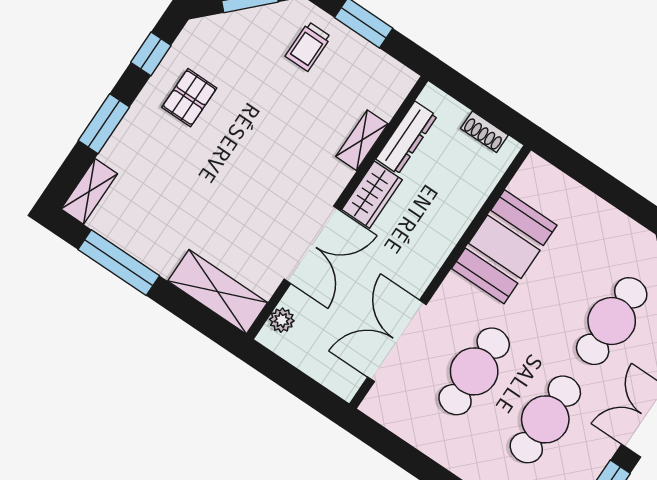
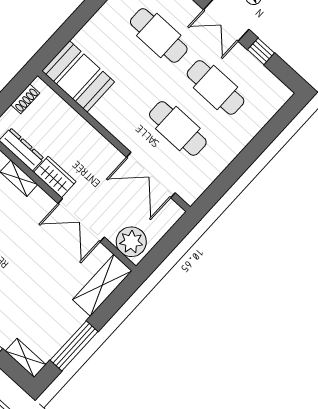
double door: (312, 245) -> (81, 220), swing flipped
booth: (504, 247) -> (78, 76), moved
plant: (282, 320) -> (131, 242), width x1.88, depth x1.88

